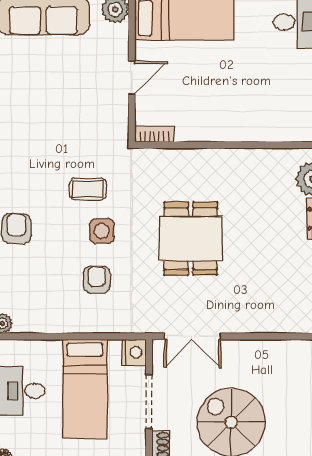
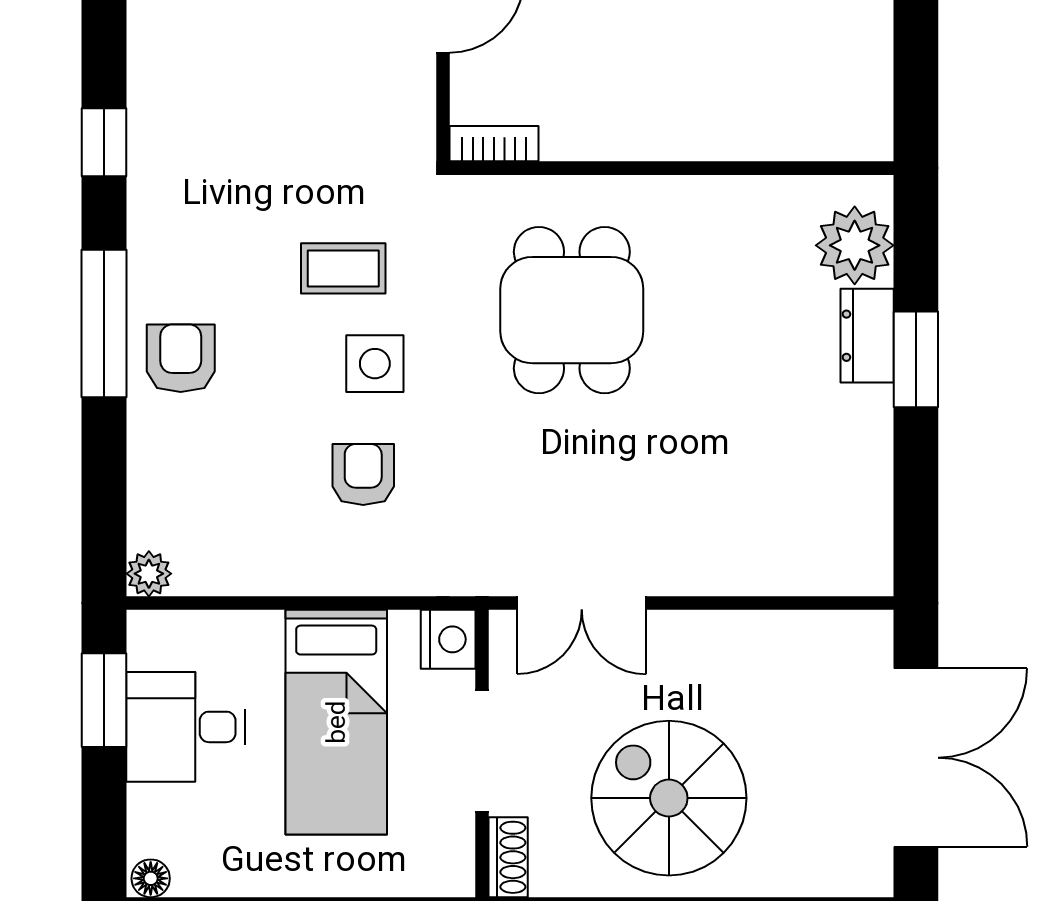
dining table: (191, 239) -> (572, 310), moved

